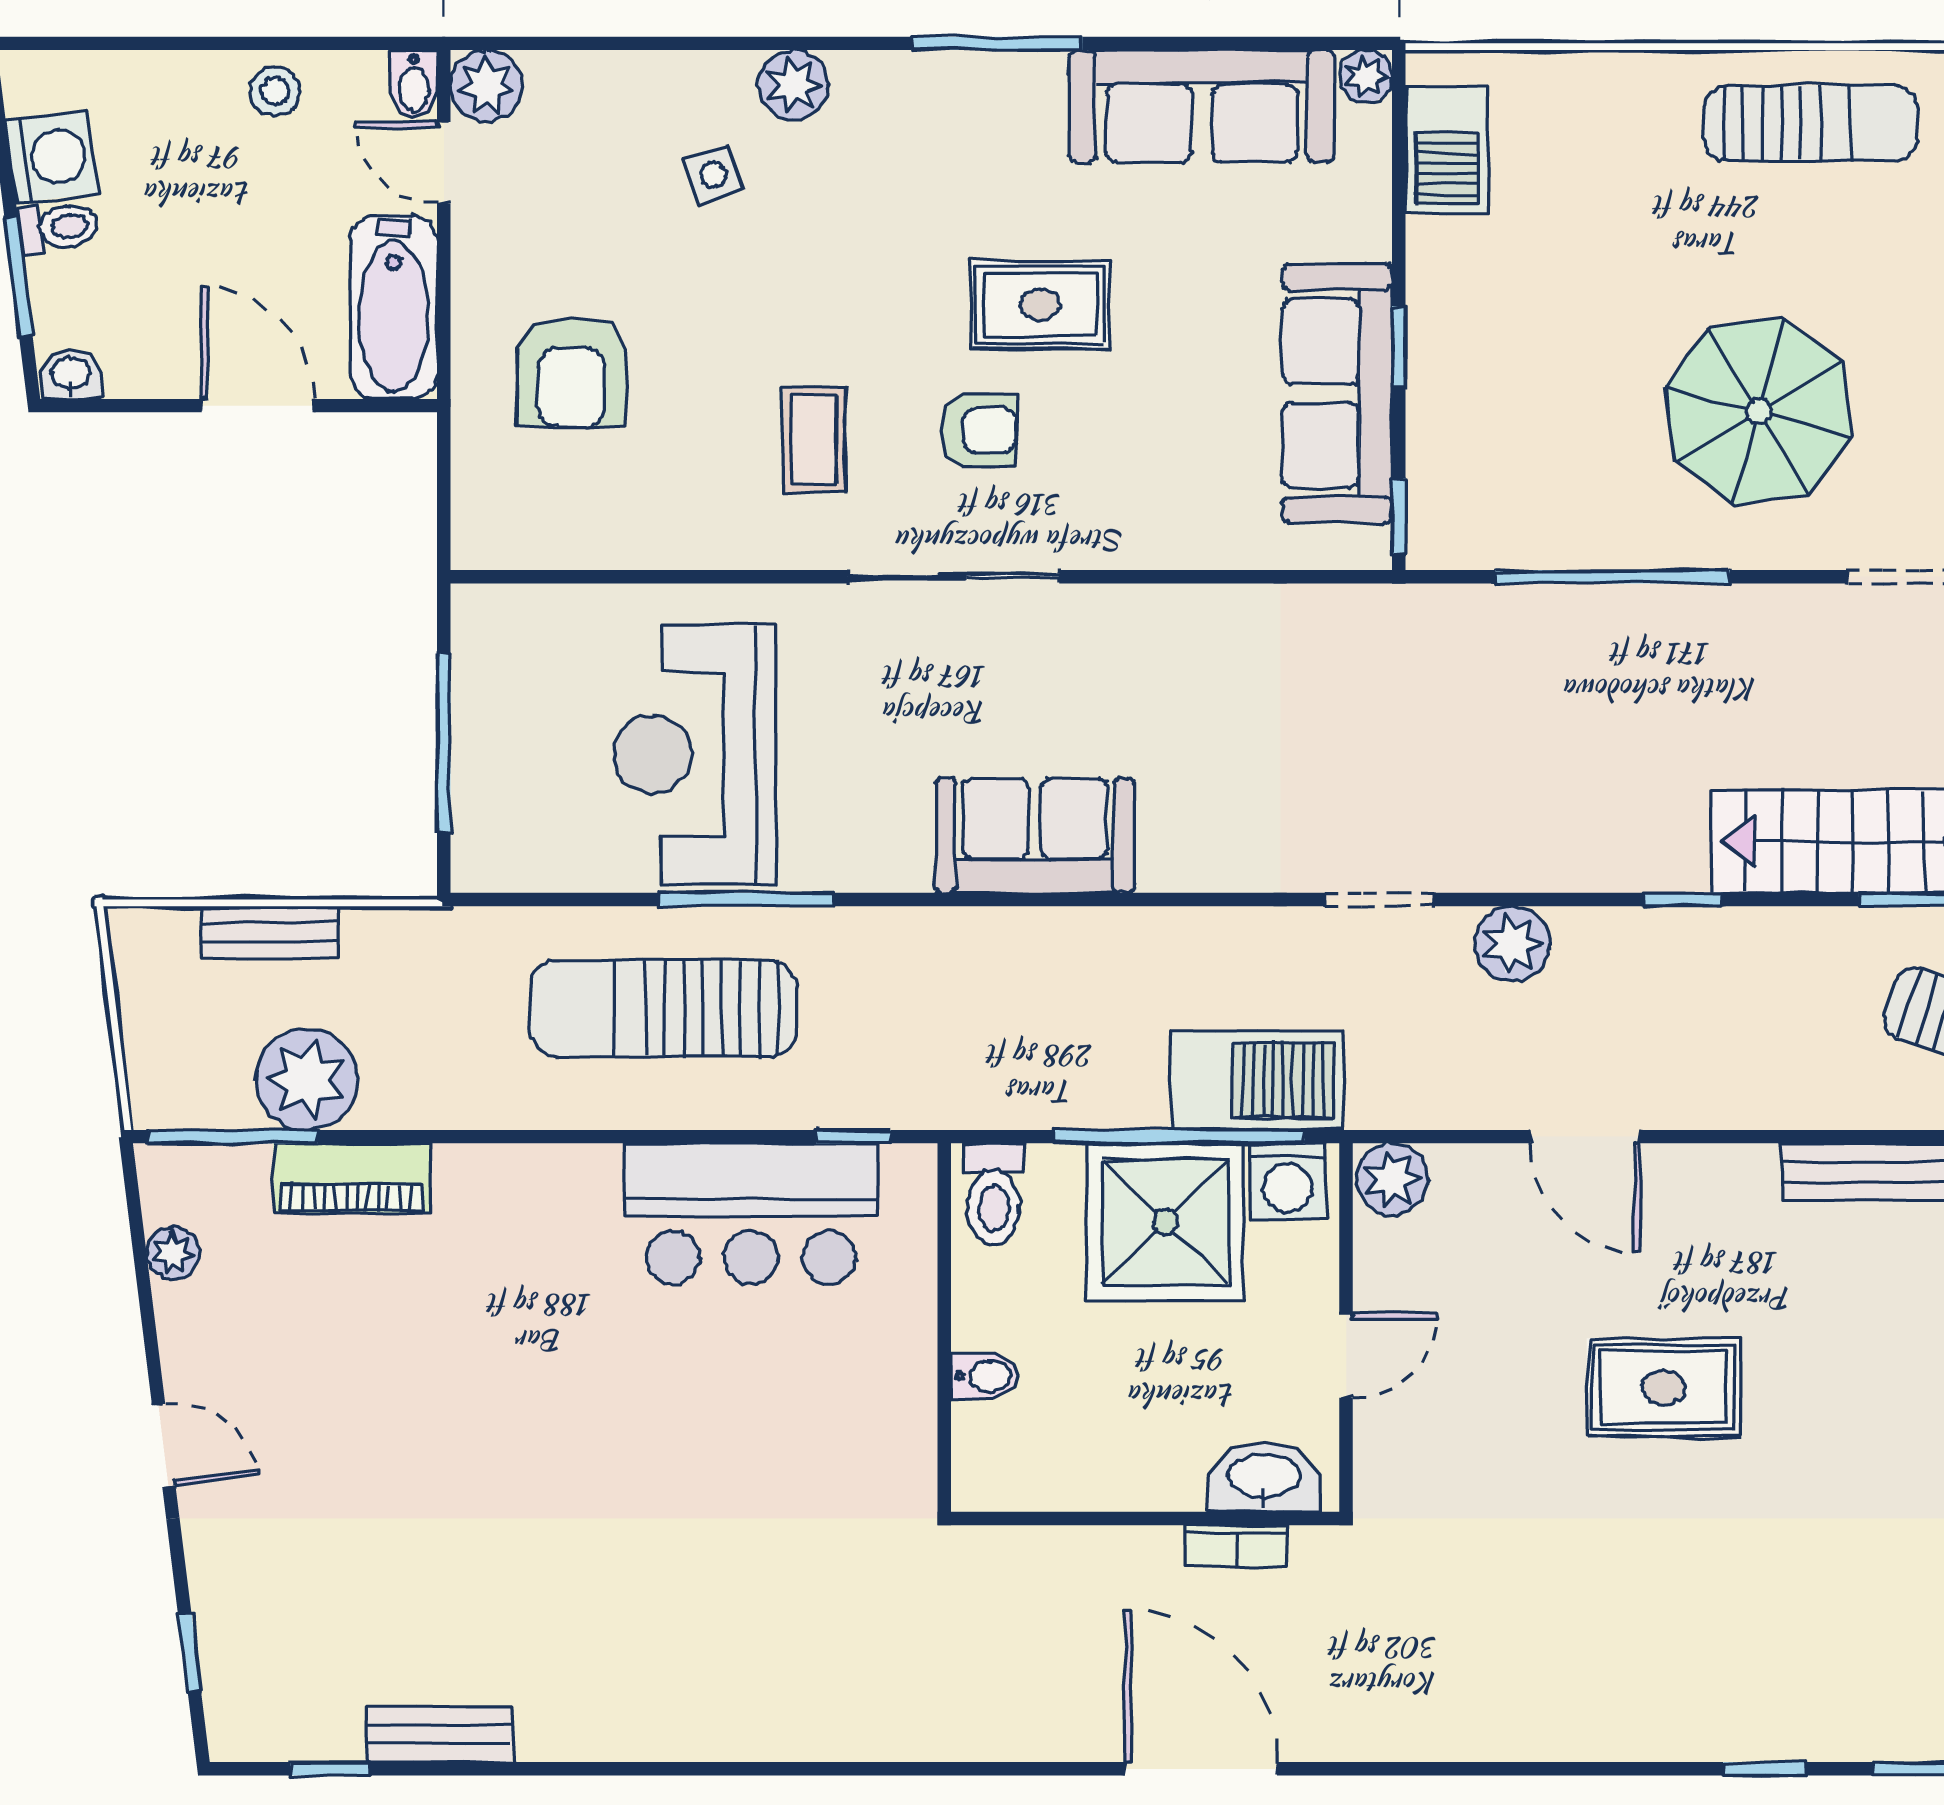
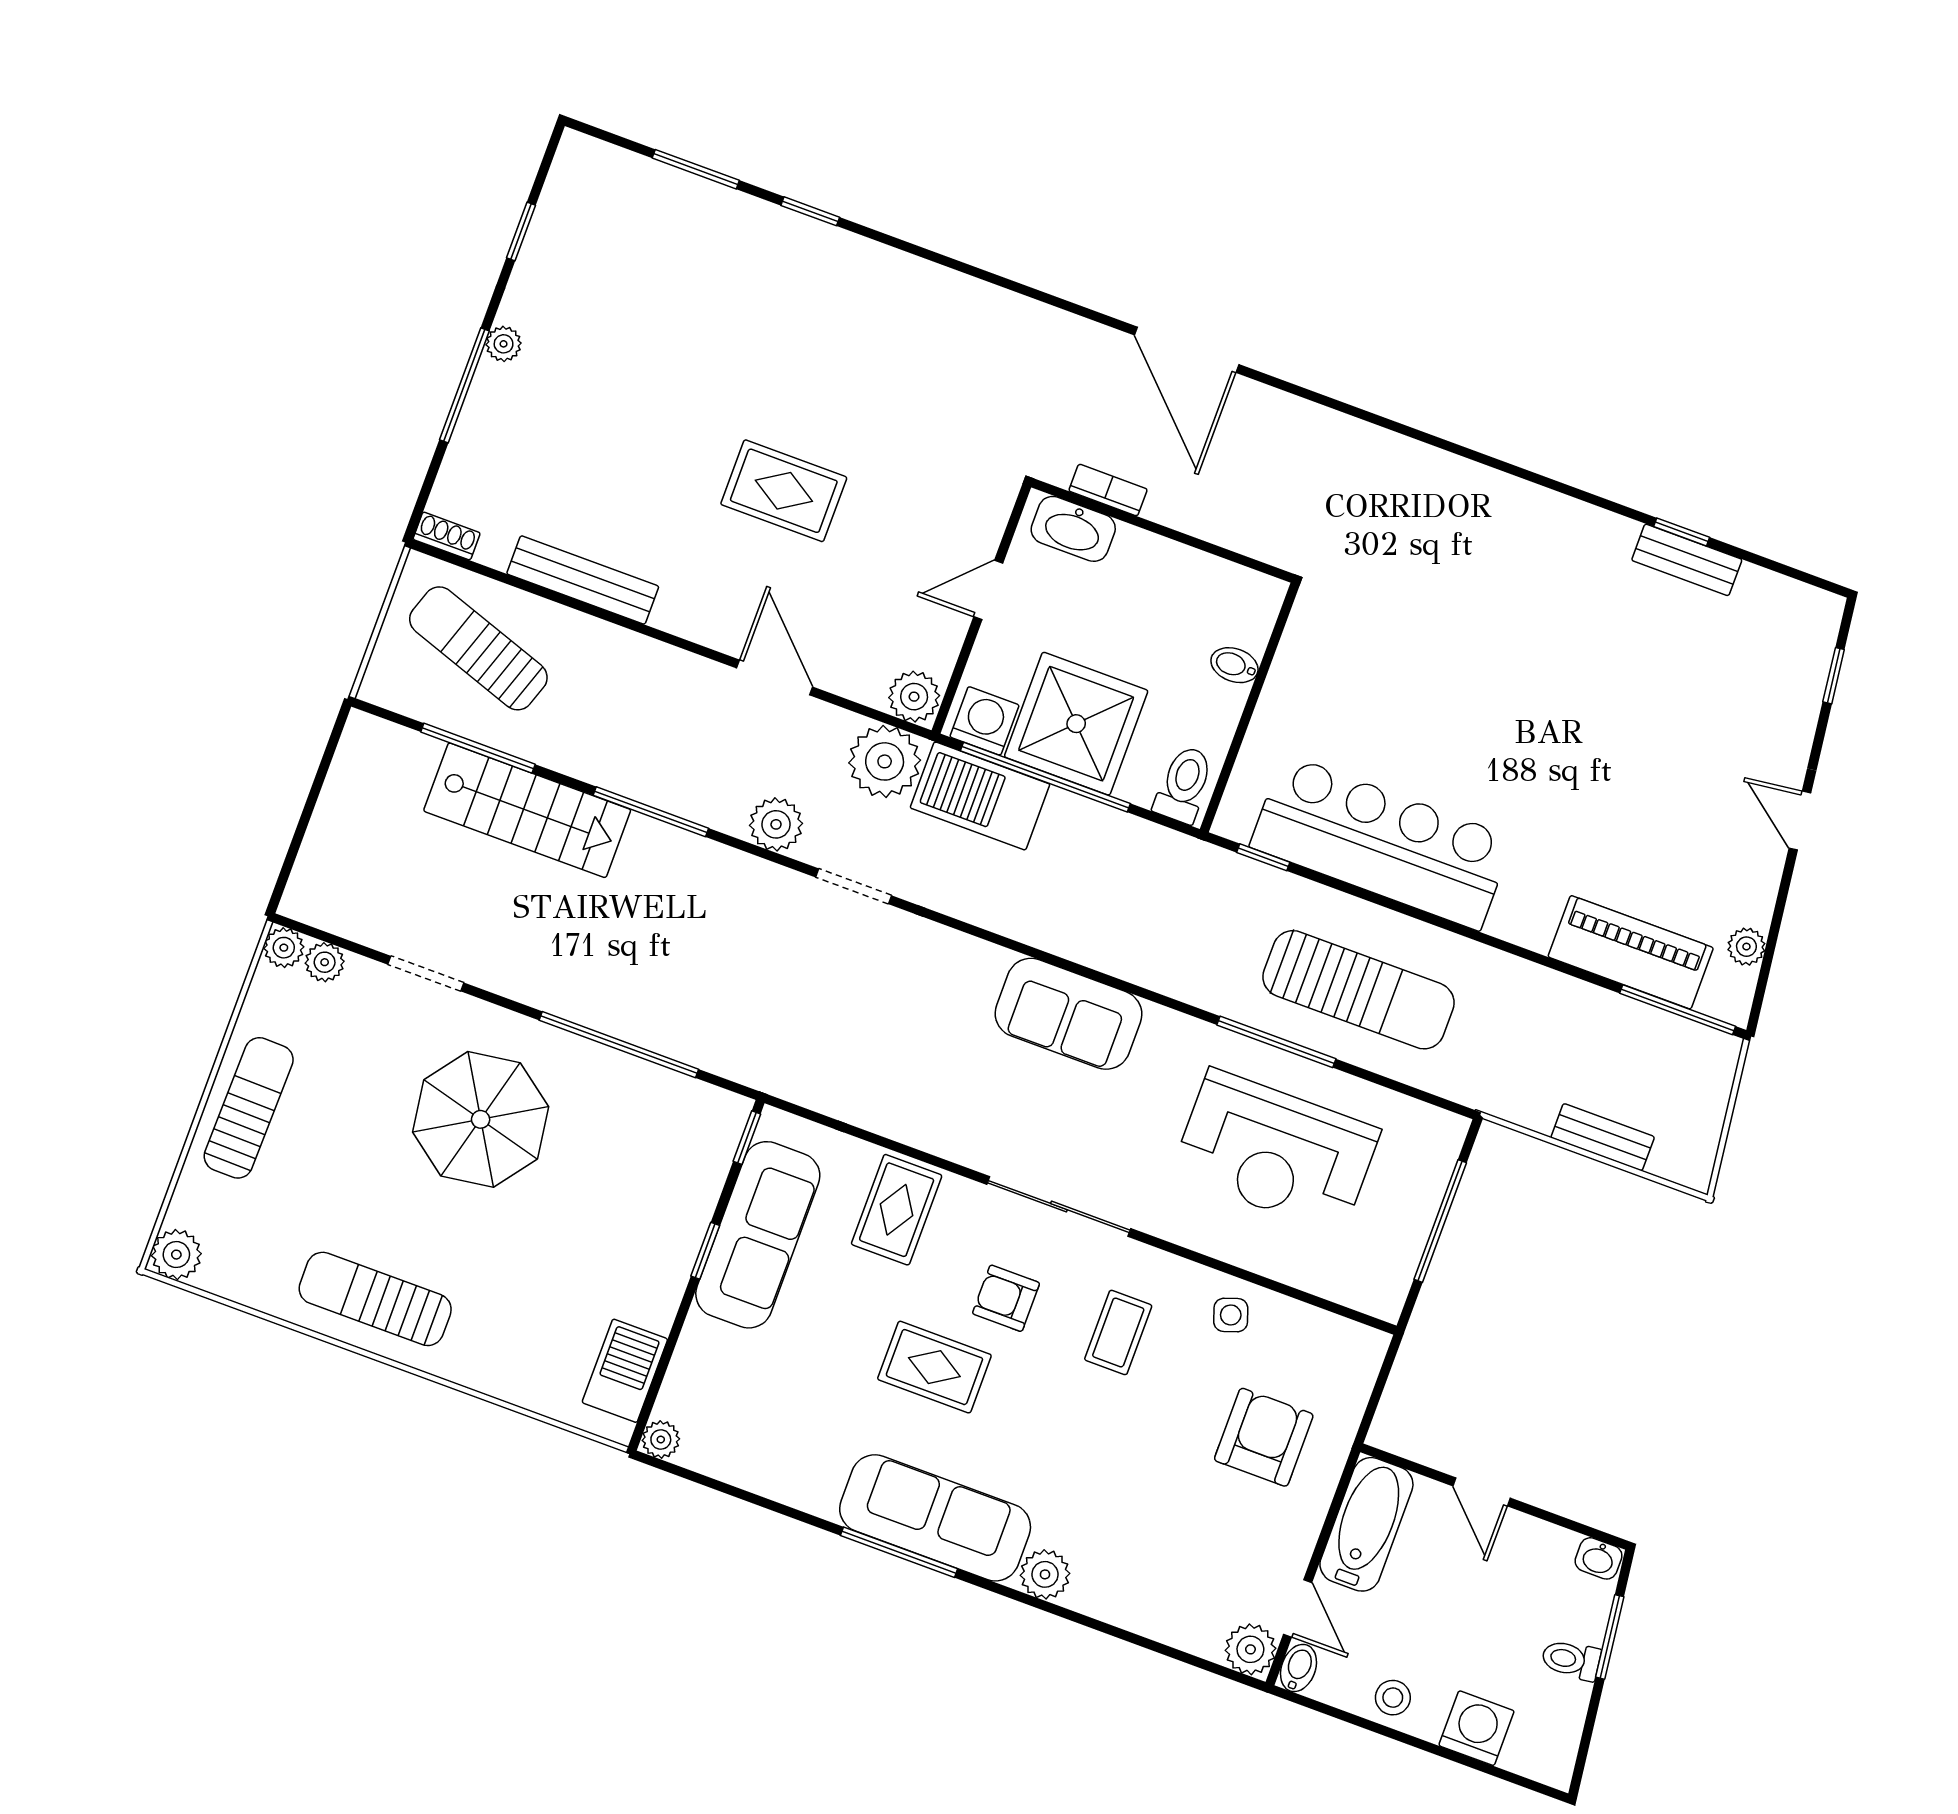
sofa: (1202, 106) -> (935, 1518), moved
washing machine: (52, 157) -> (1476, 1728), moved, turned 97
side table: (713, 175) -> (1231, 1315), moved
door: (258, 406) -> (1482, 1492), width x0.73
rug: (1166, 494) -> (897, 1210), added
reception desk: (694, 754) -> (1276, 1152), turned 90
window: (1683, 900) -> (651, 812), width x2.17
plant: (306, 1079) -> (885, 761), moved
piano: (352, 1178) -> (1631, 952), width x1.37, depth x1.33
bar counter: (751, 1214) -> (1382, 842), width x1.36
window: (330, 1769) -> (1682, 532), moved

